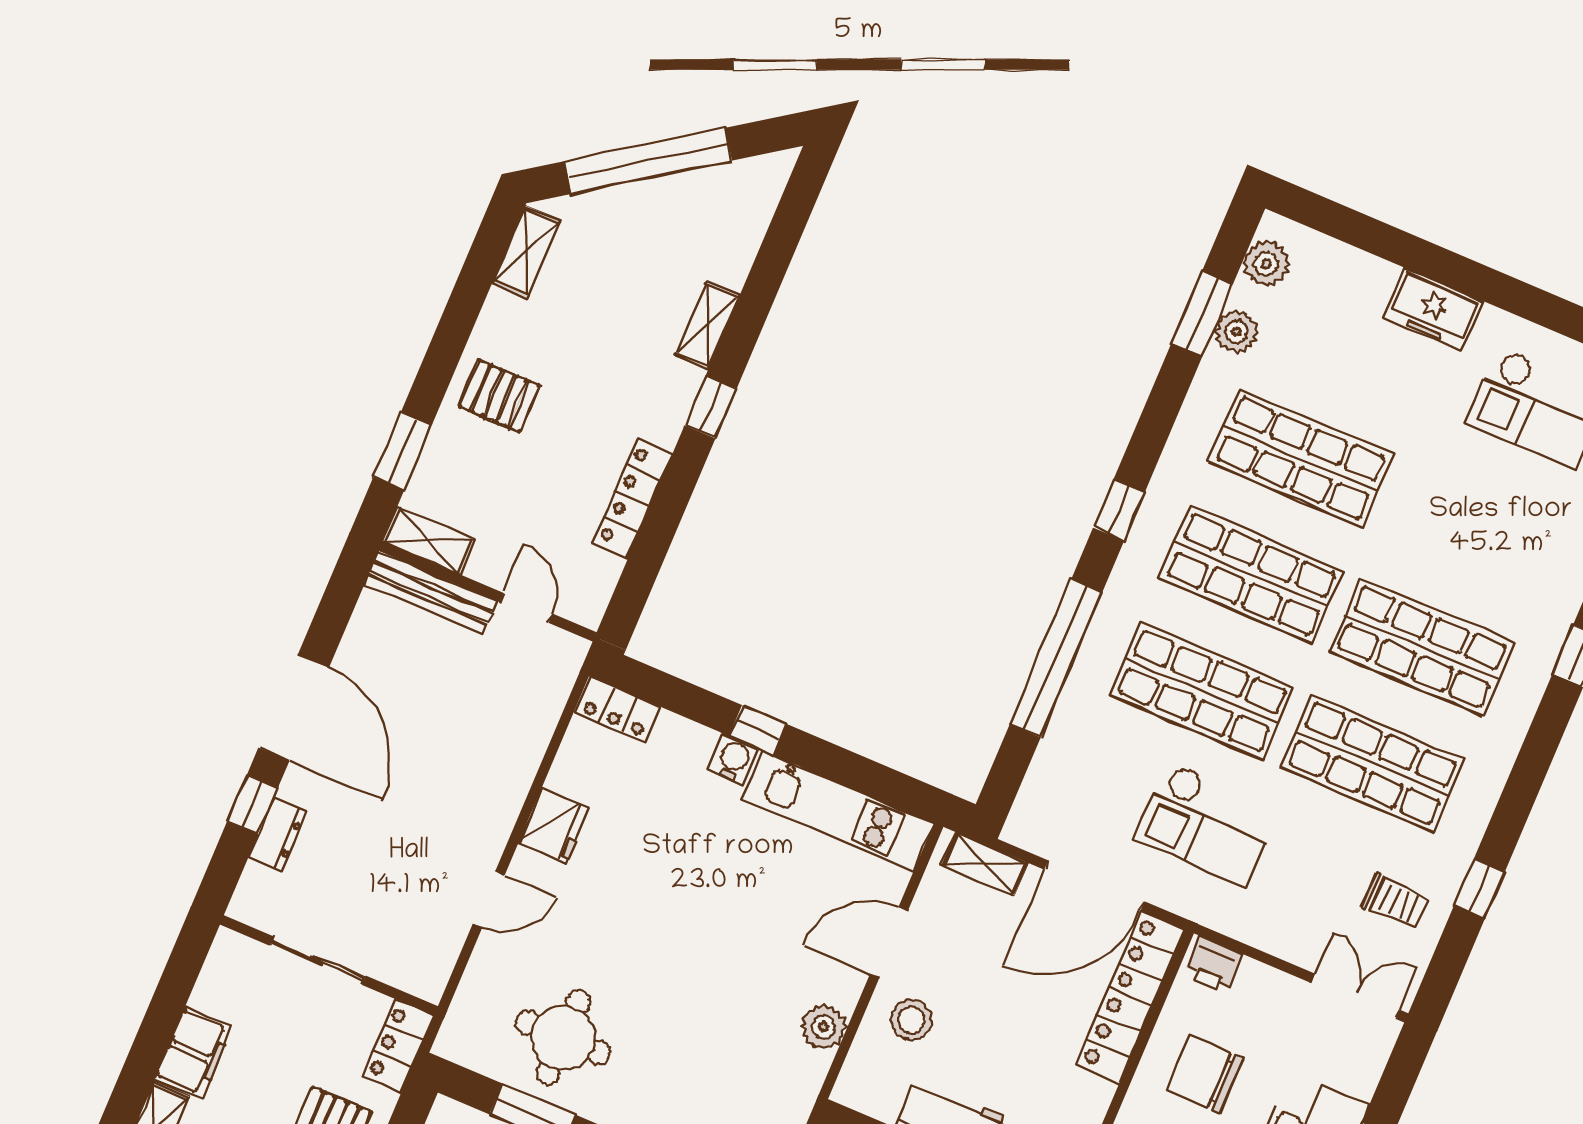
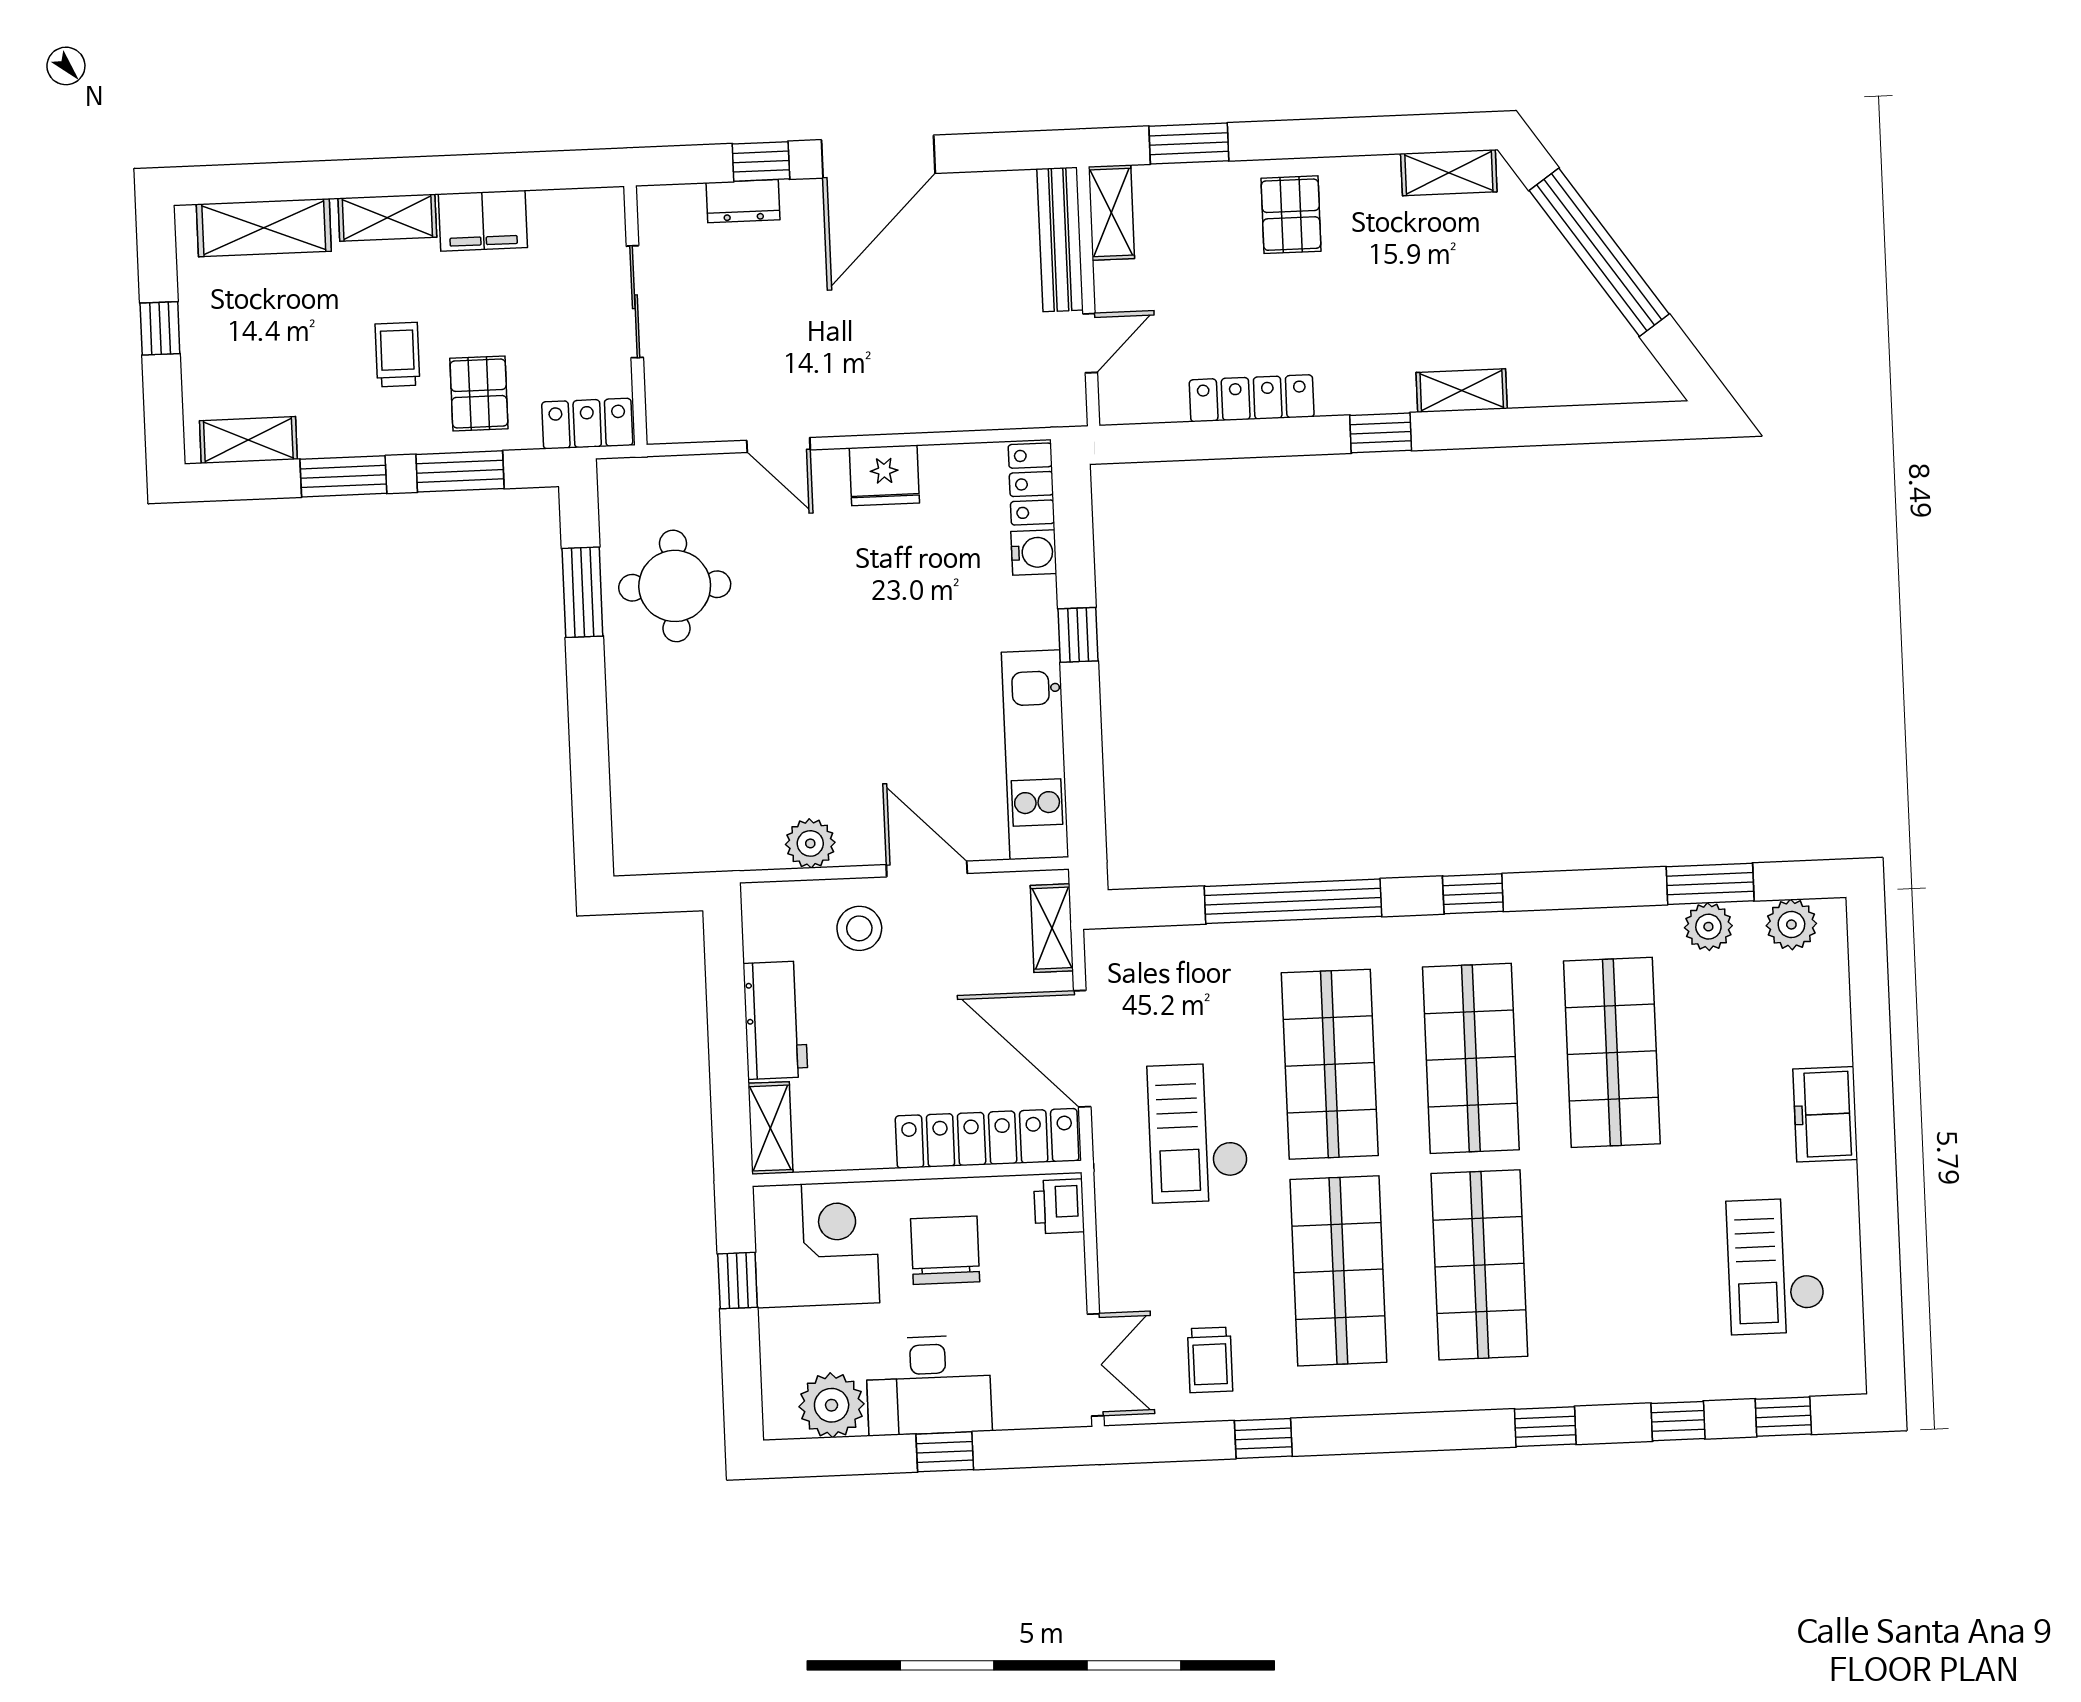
water cooler: (734, 759) -> (1034, 552), moved

